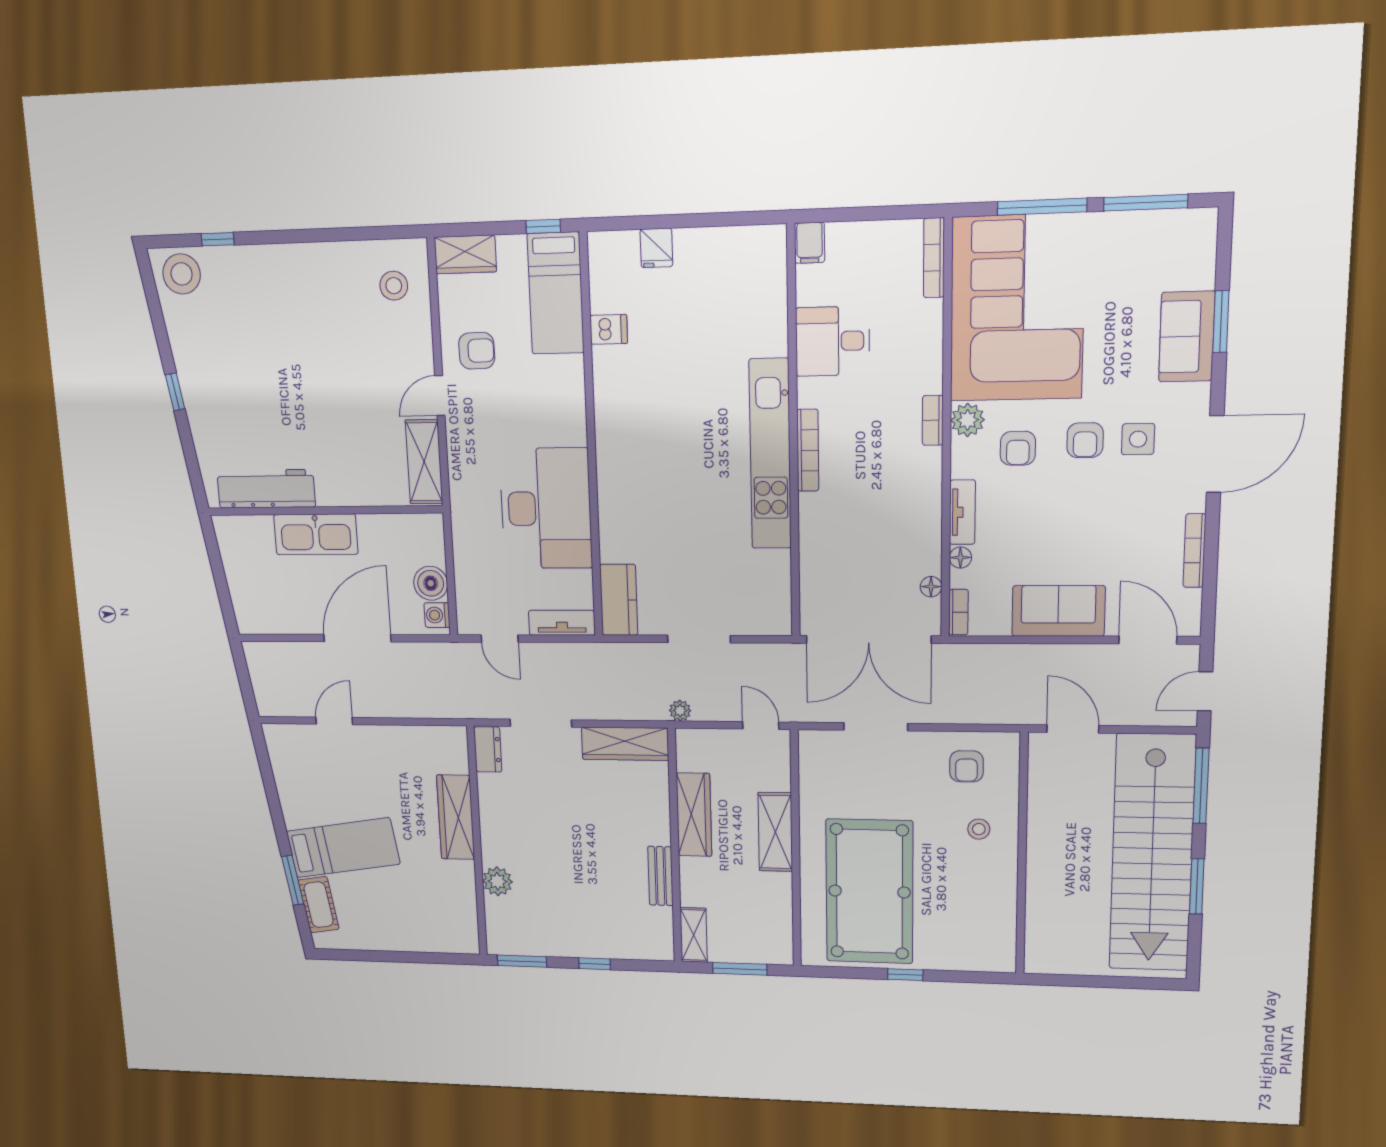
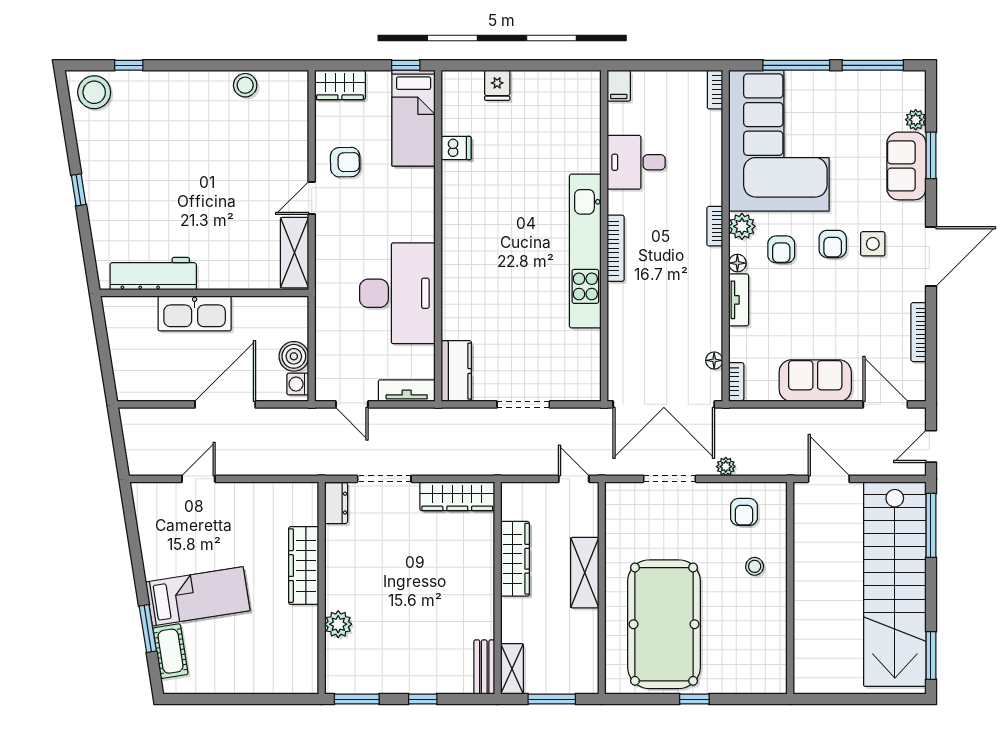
bookcase: (934, 258) -> (715, 90), width x0.64
plant: (1202, 274) -> (916, 120), added
stool: (394, 286) -> (245, 85), moved
floor lamp: (960, 558) -> (737, 263), moved
plant: (680, 711) -> (726, 467), moved
bench: (660, 876) -> (484, 667), moved
window: (1197, 887) -> (931, 655), moved

